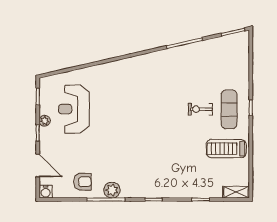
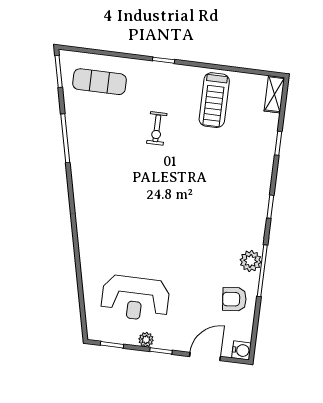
exercise mat: (229, 109) -> (99, 82), moved
armchair: (82, 182) -> (234, 299), turned -96

